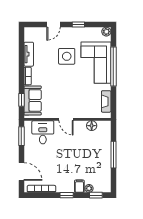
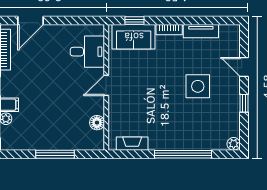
corner sofa: (96, 63) -> (189, 129), removed
window: (21, 136) -> (82, 21), removed

